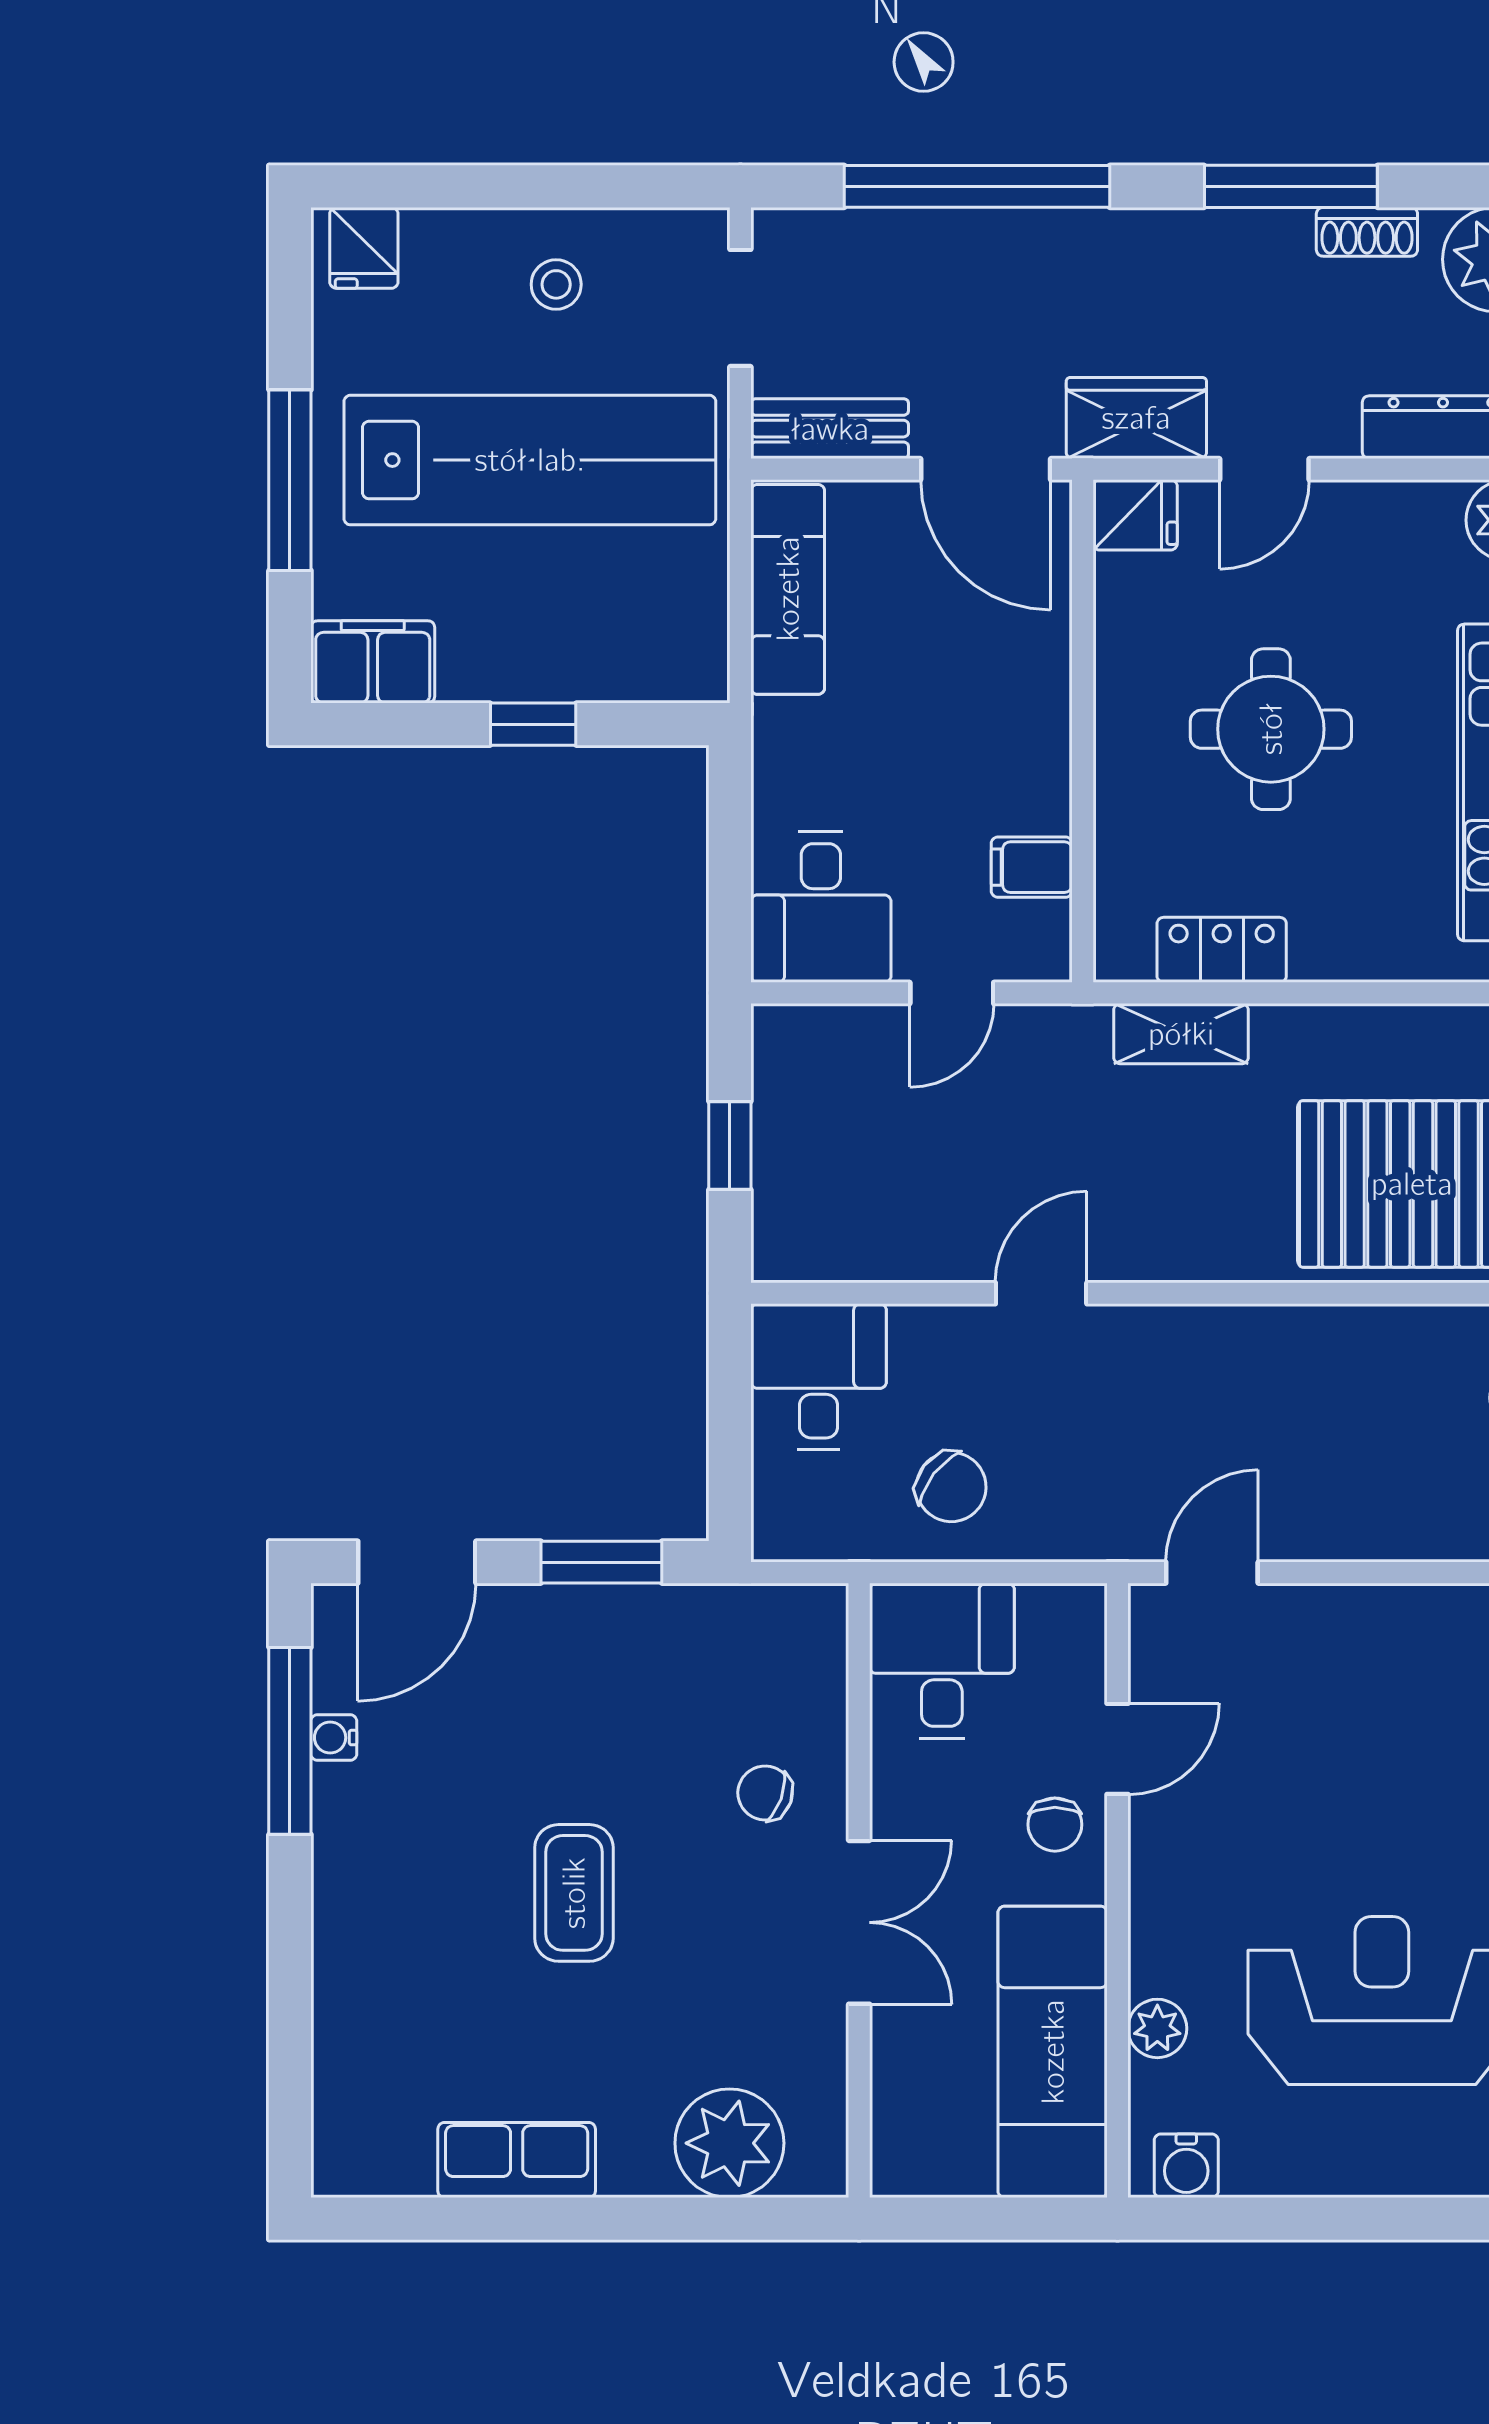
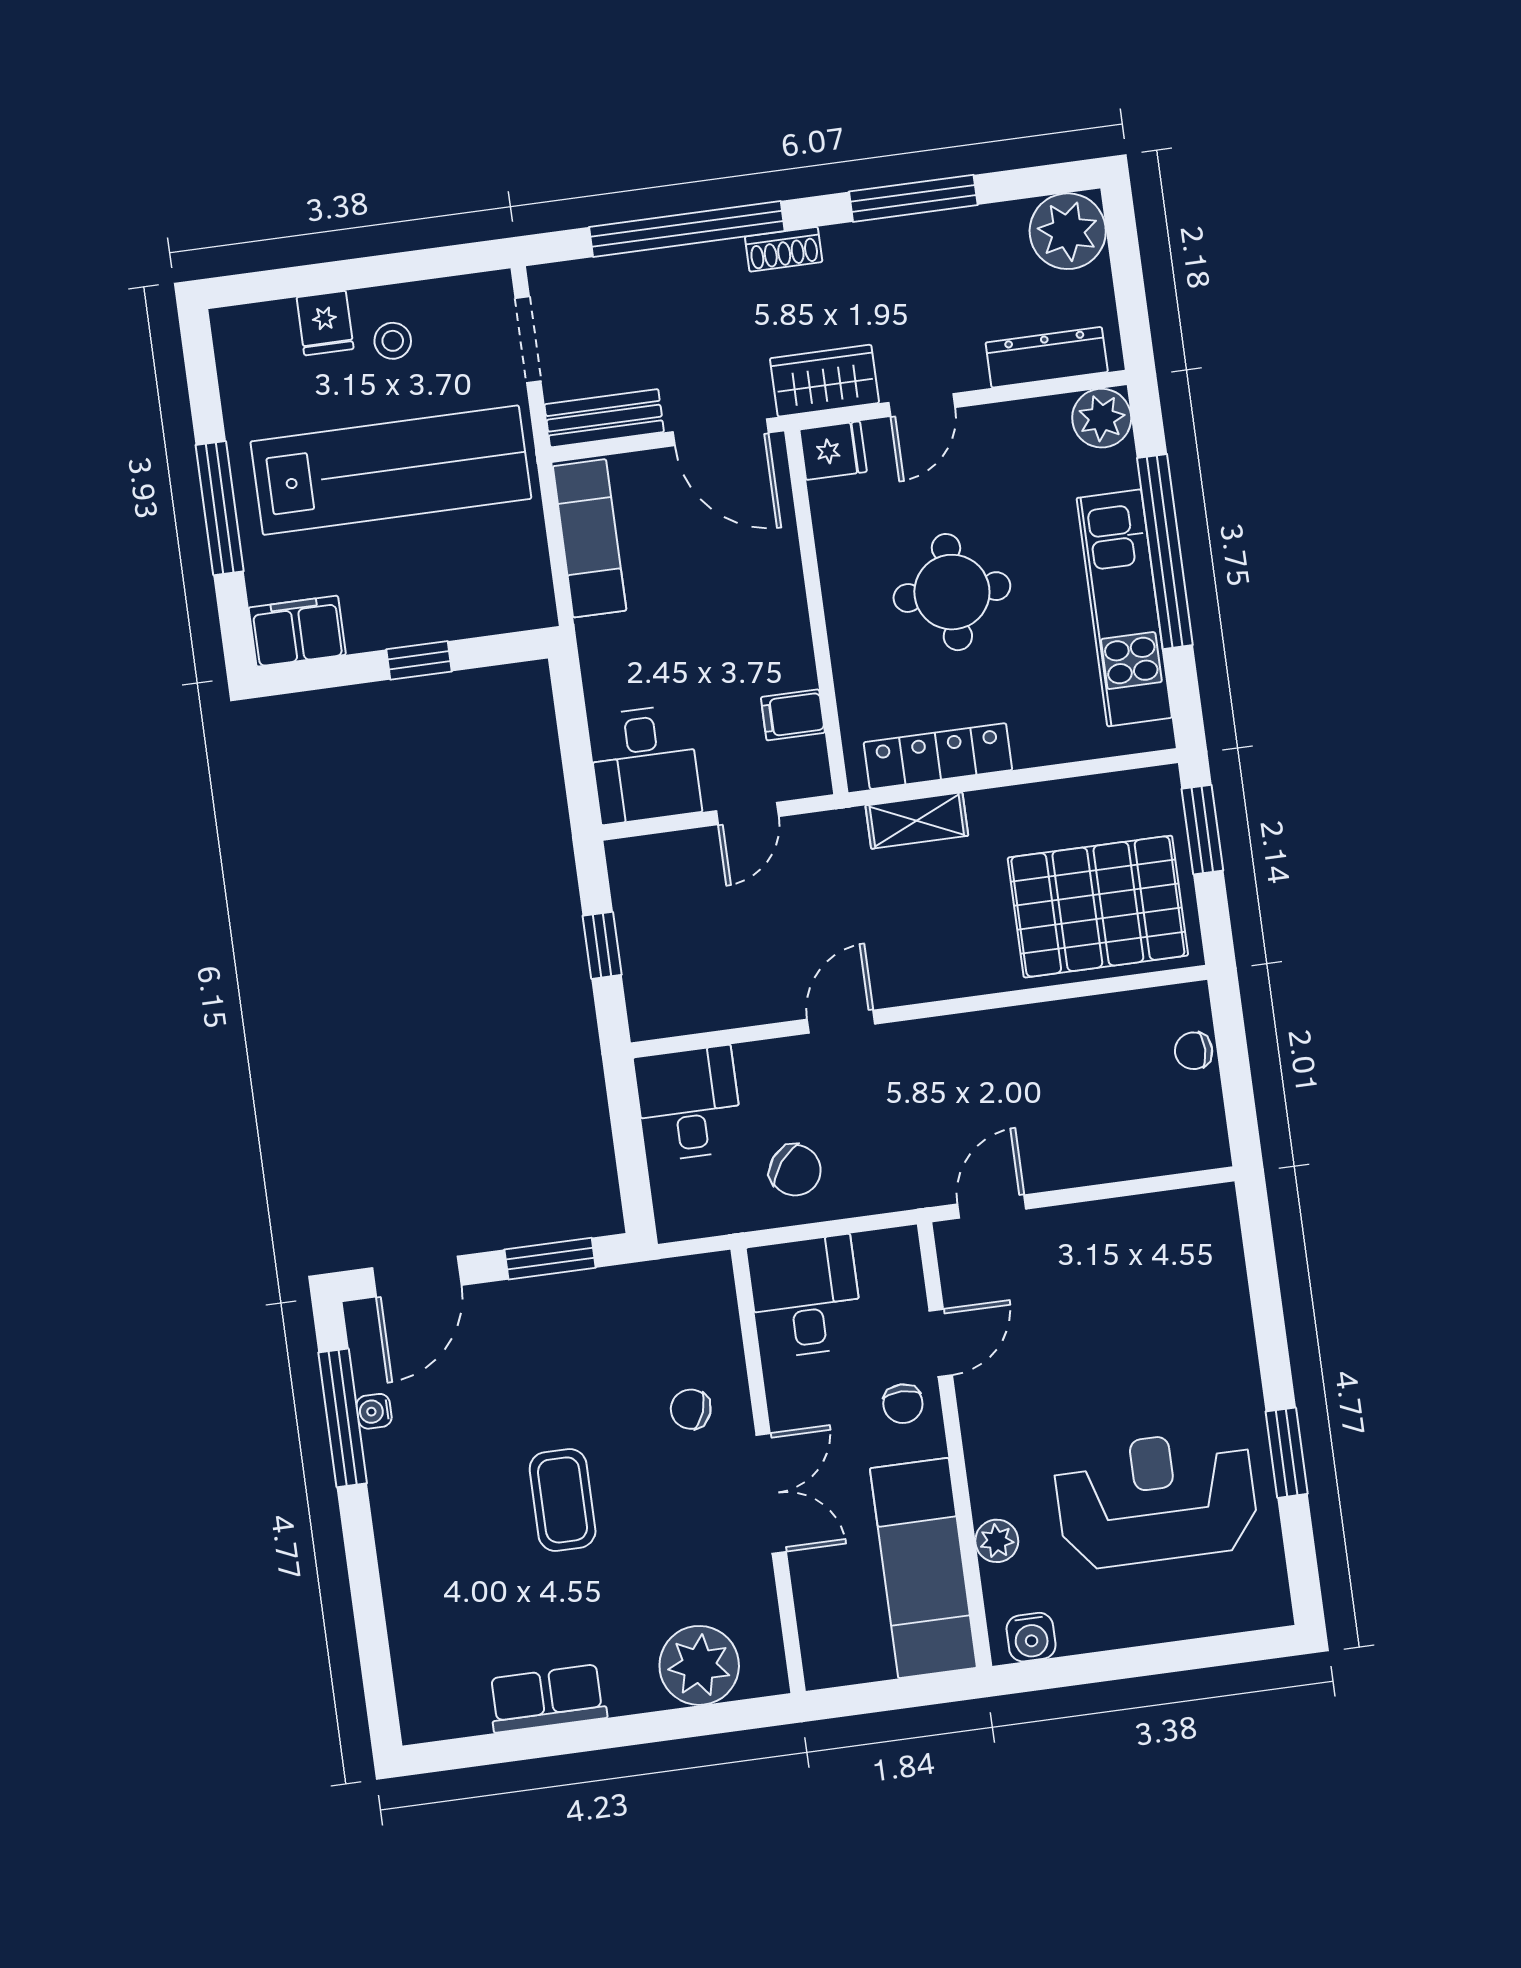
shoe rack: (1367, 232) -> (784, 249), moved
fridge: (364, 248) -> (325, 323), moved
locker: (1222, 950) -> (938, 756), width x1.53

